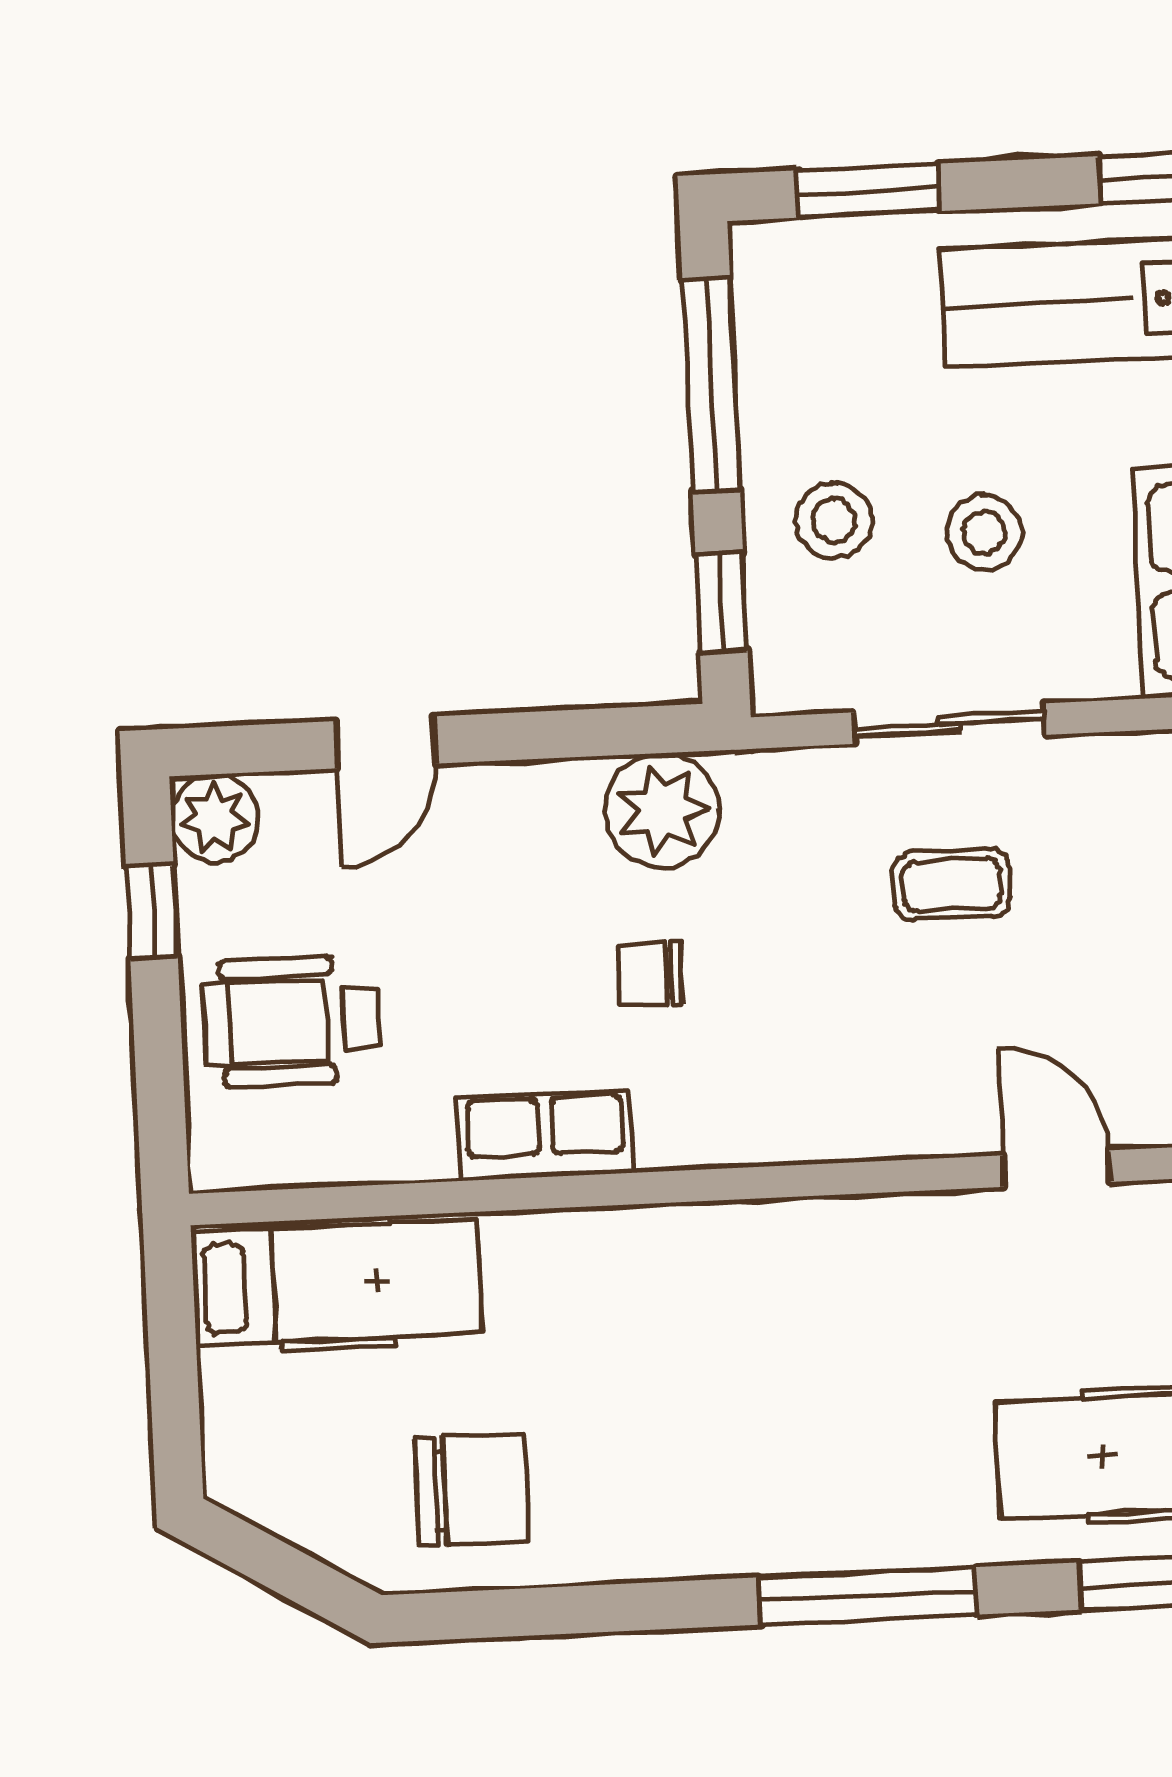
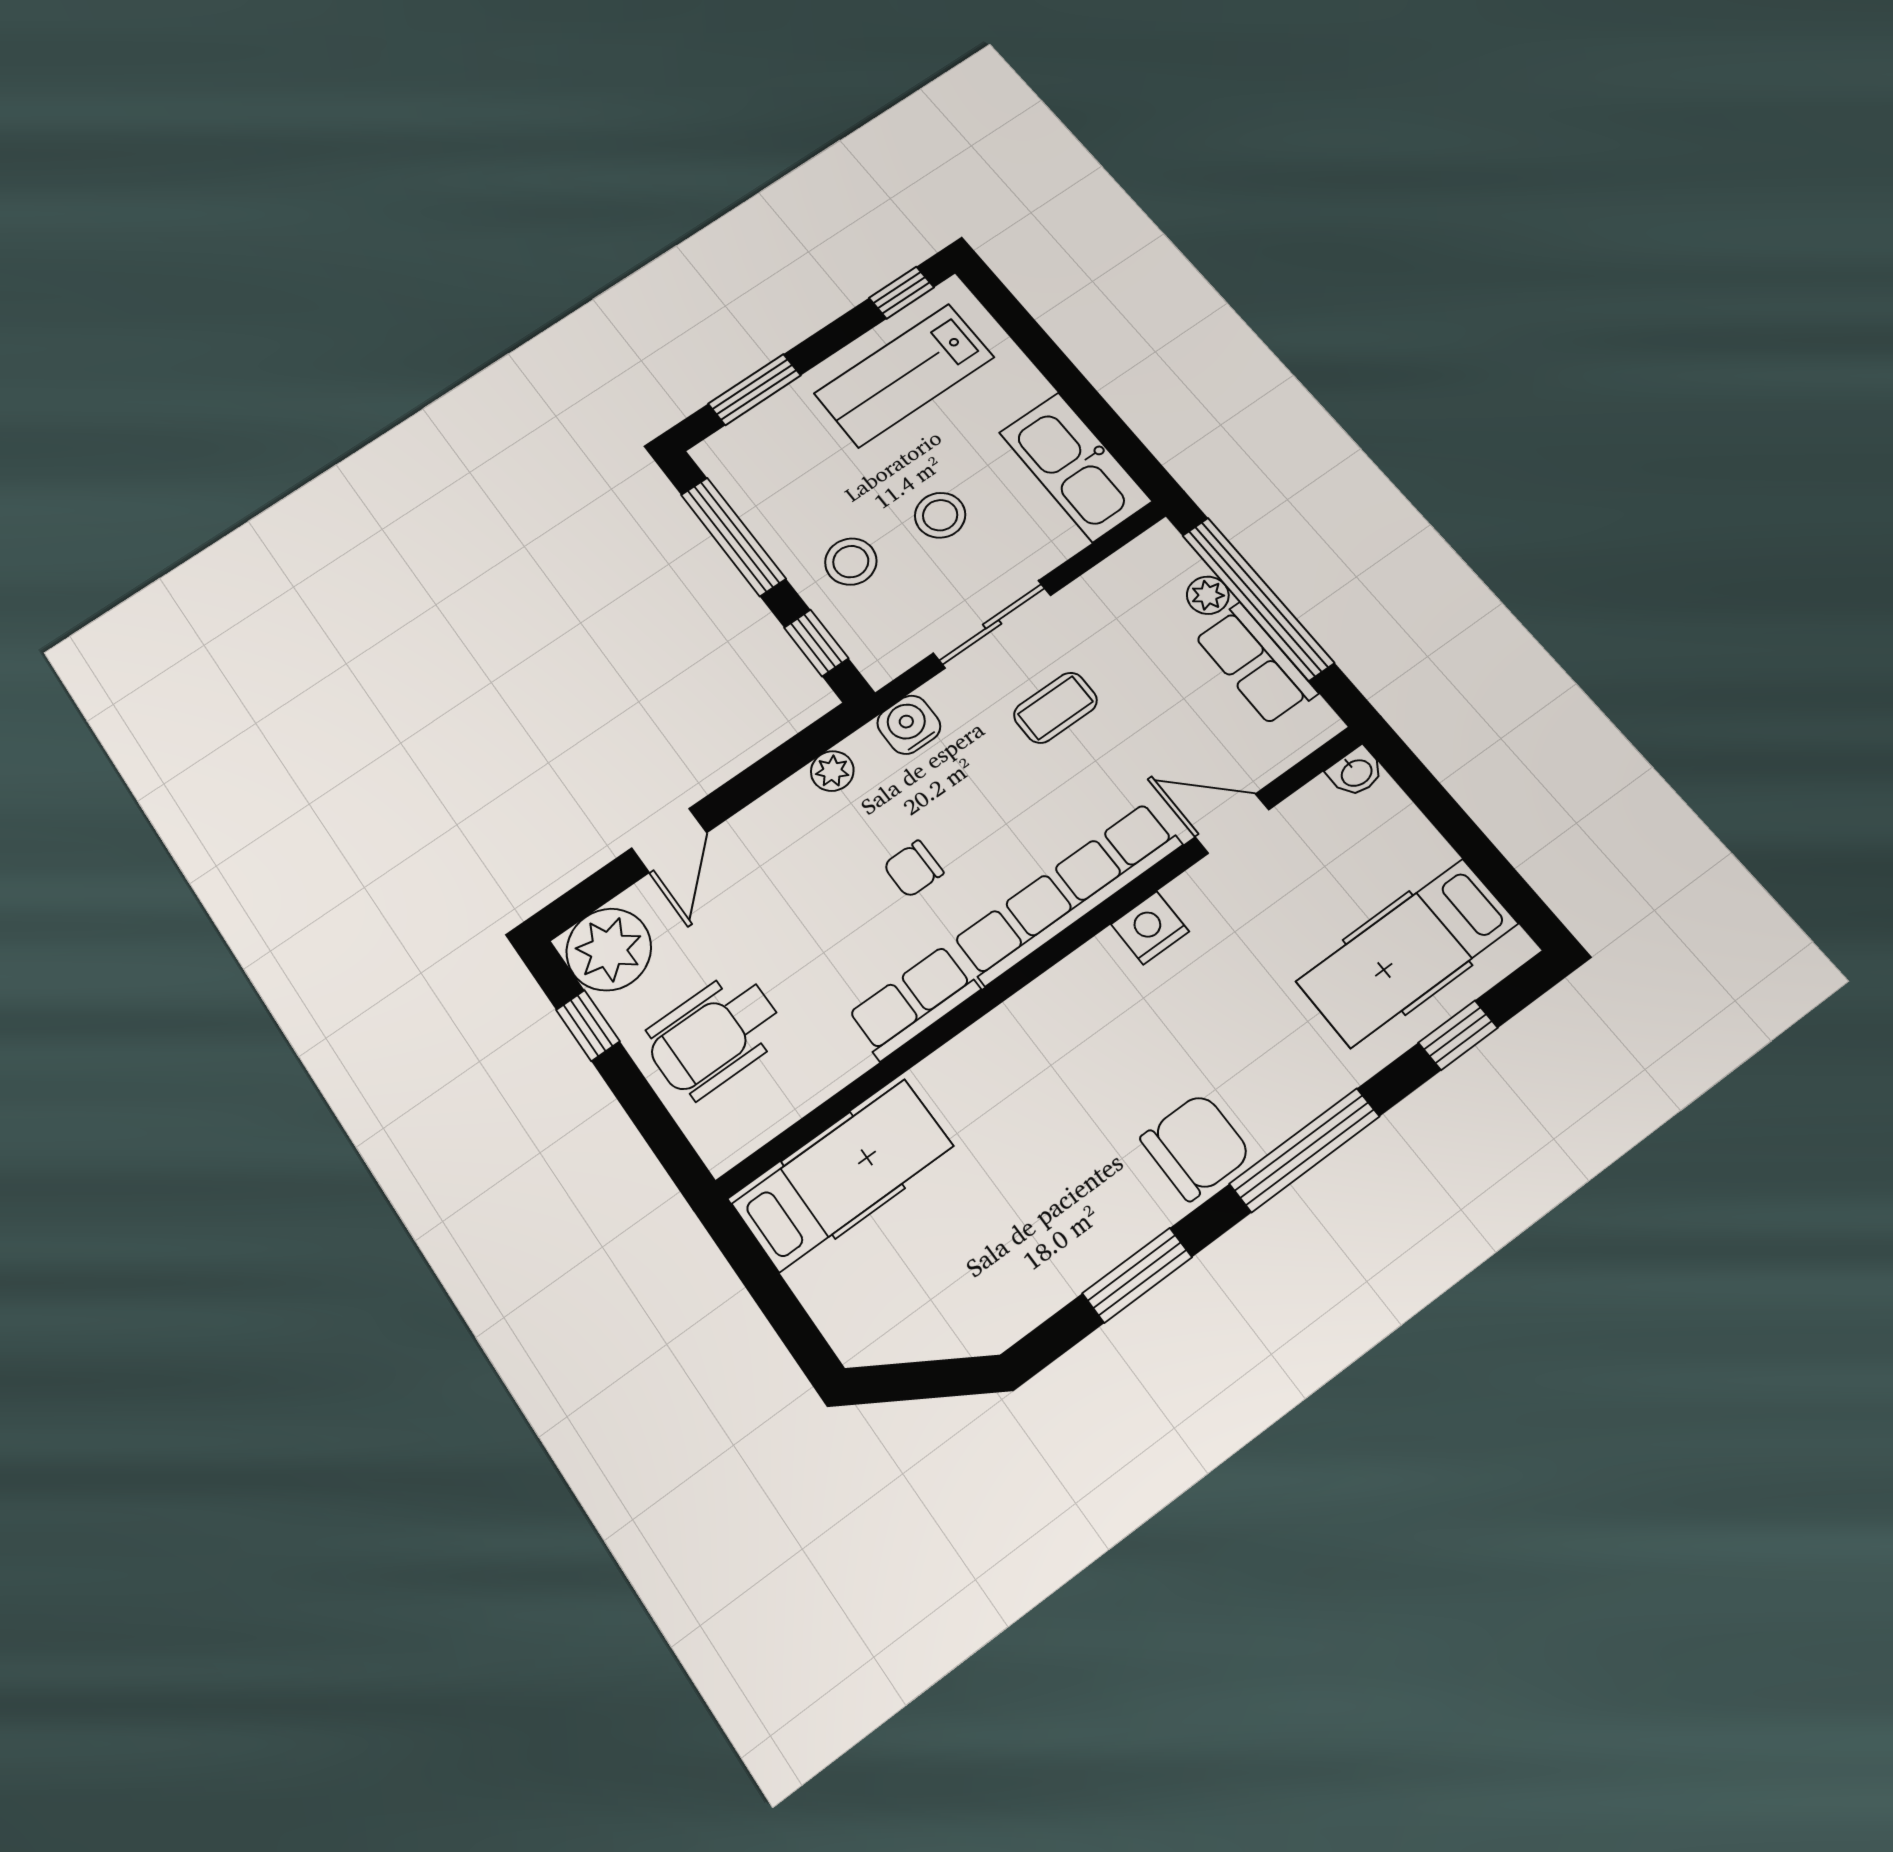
water cooler: (763, 787) -> (909, 725), added
plant: (662, 810) -> (832, 771), width x0.53, depth x0.53
plant: (215, 818) -> (609, 949), width x1.36, depth x1.36
row of seats: (809, 1124) -> (1067, 893), added
nightstand: (875, 1230) -> (1150, 928), added
chair: (472, 1490) -> (1196, 1146), moved
window: (589, 1609) -> (1137, 1275), added

